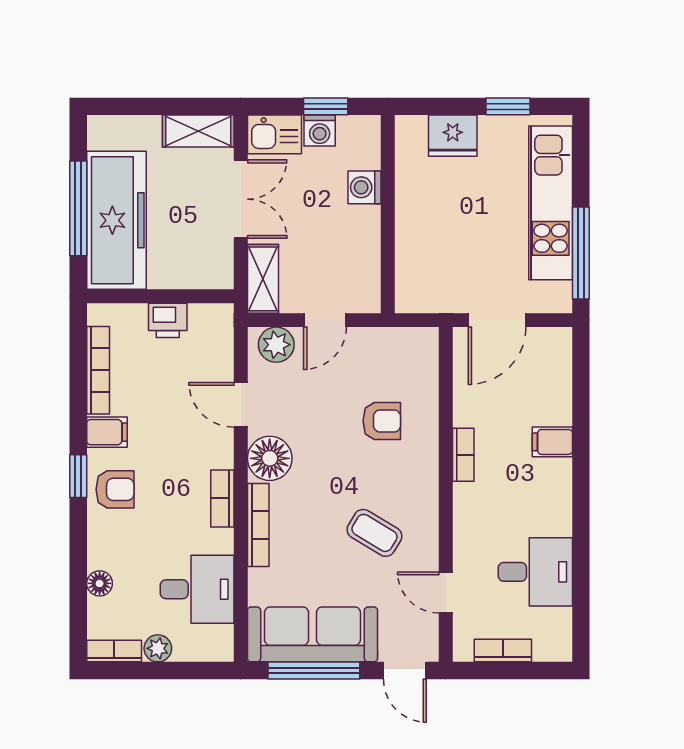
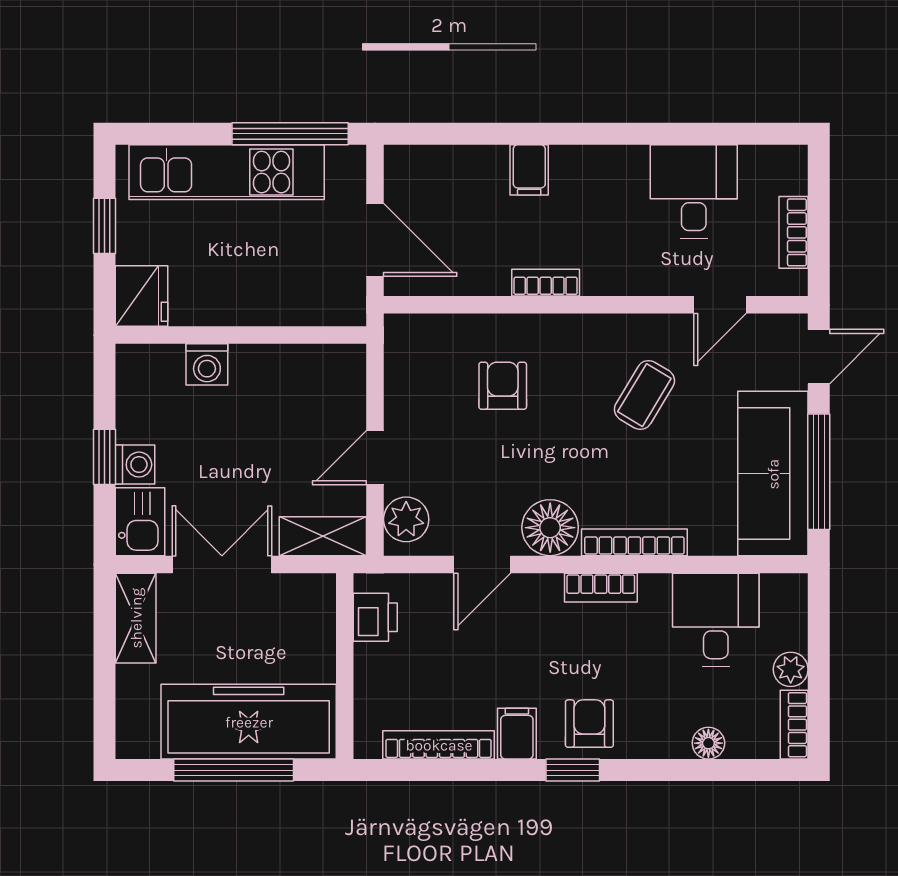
washing machine: (364, 187) -> (207, 364), moved
wall: (388, 214) -> (241, 335), moved
printer: (168, 320) -> (375, 617), moved
door: (325, 320) -> (375, 458), swing flipped

